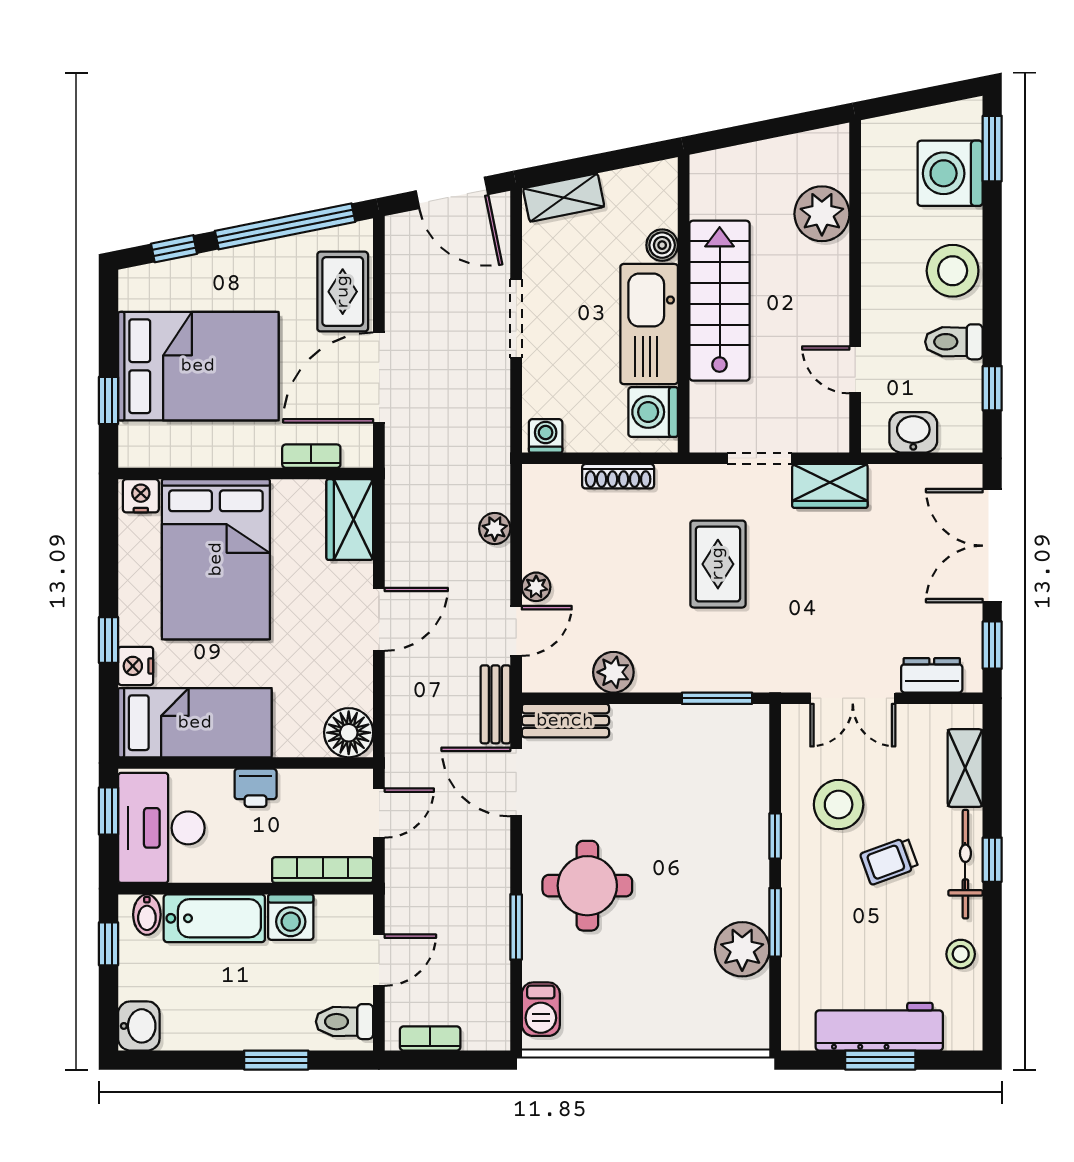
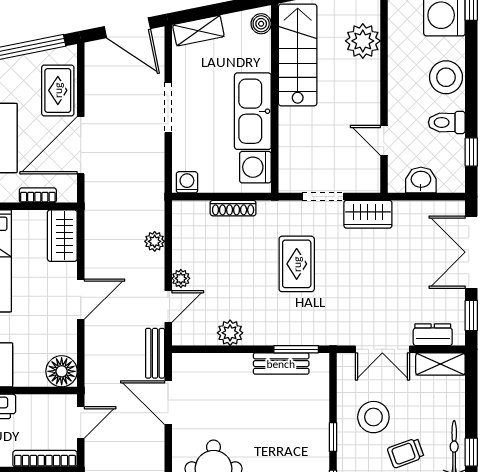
boiler: (662, 245) -> (261, 24), moved
stairs: (720, 301) -> (298, 55), moved
bench: (565, 721) -> (281, 364), moved
shelving: (965, 768) -> (440, 364), moved, turned 90

